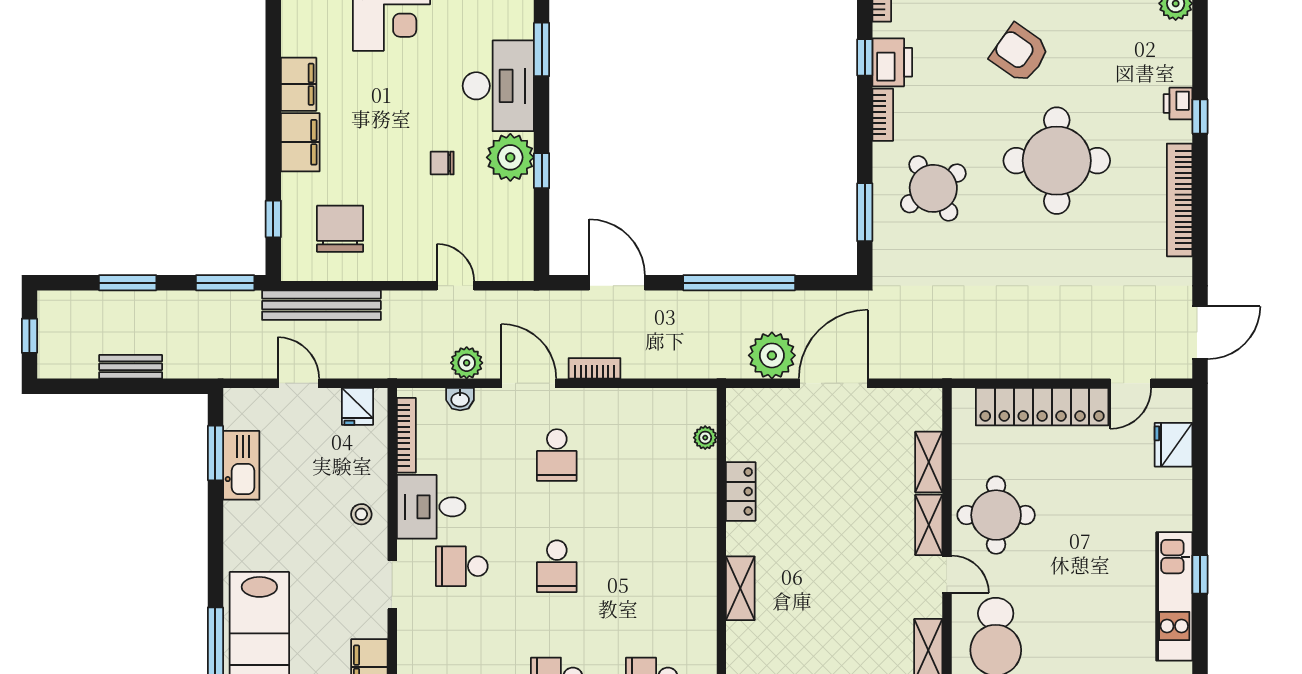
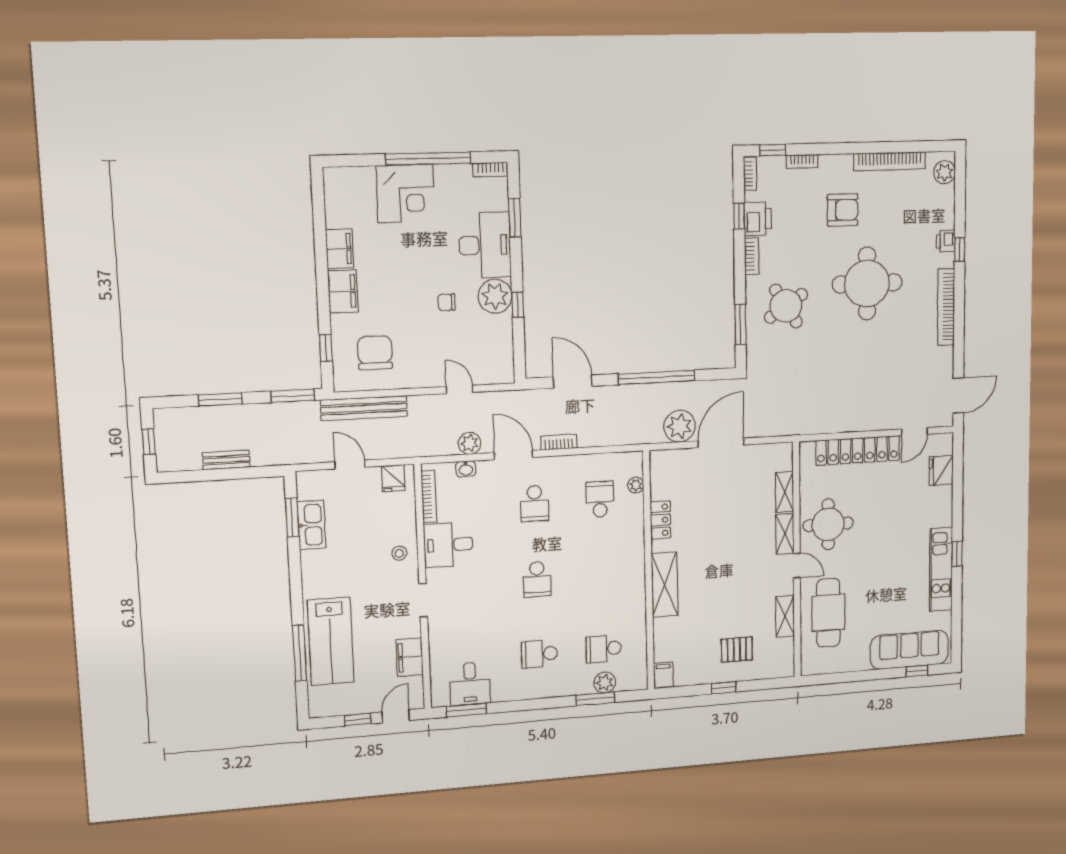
armchair: (1020, 53) -> (843, 210), turned 145
school desk: (462, 566) -> (600, 499), moved, turned 90
shelving: (740, 588) -> (665, 585), width x1.50, depth x1.33

